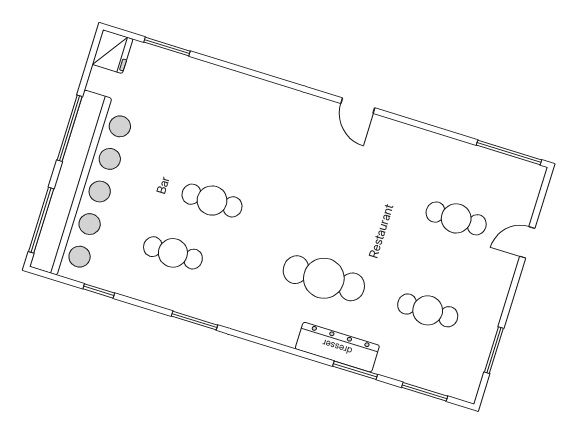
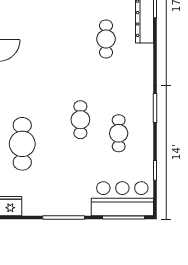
cafe table: (203, 100) -> (22, 144), added
bar counter: (83, 186) -> (122, 199), width x0.54
cafe table: (324, 278) -> (106, 39), width x0.73, depth x0.74

